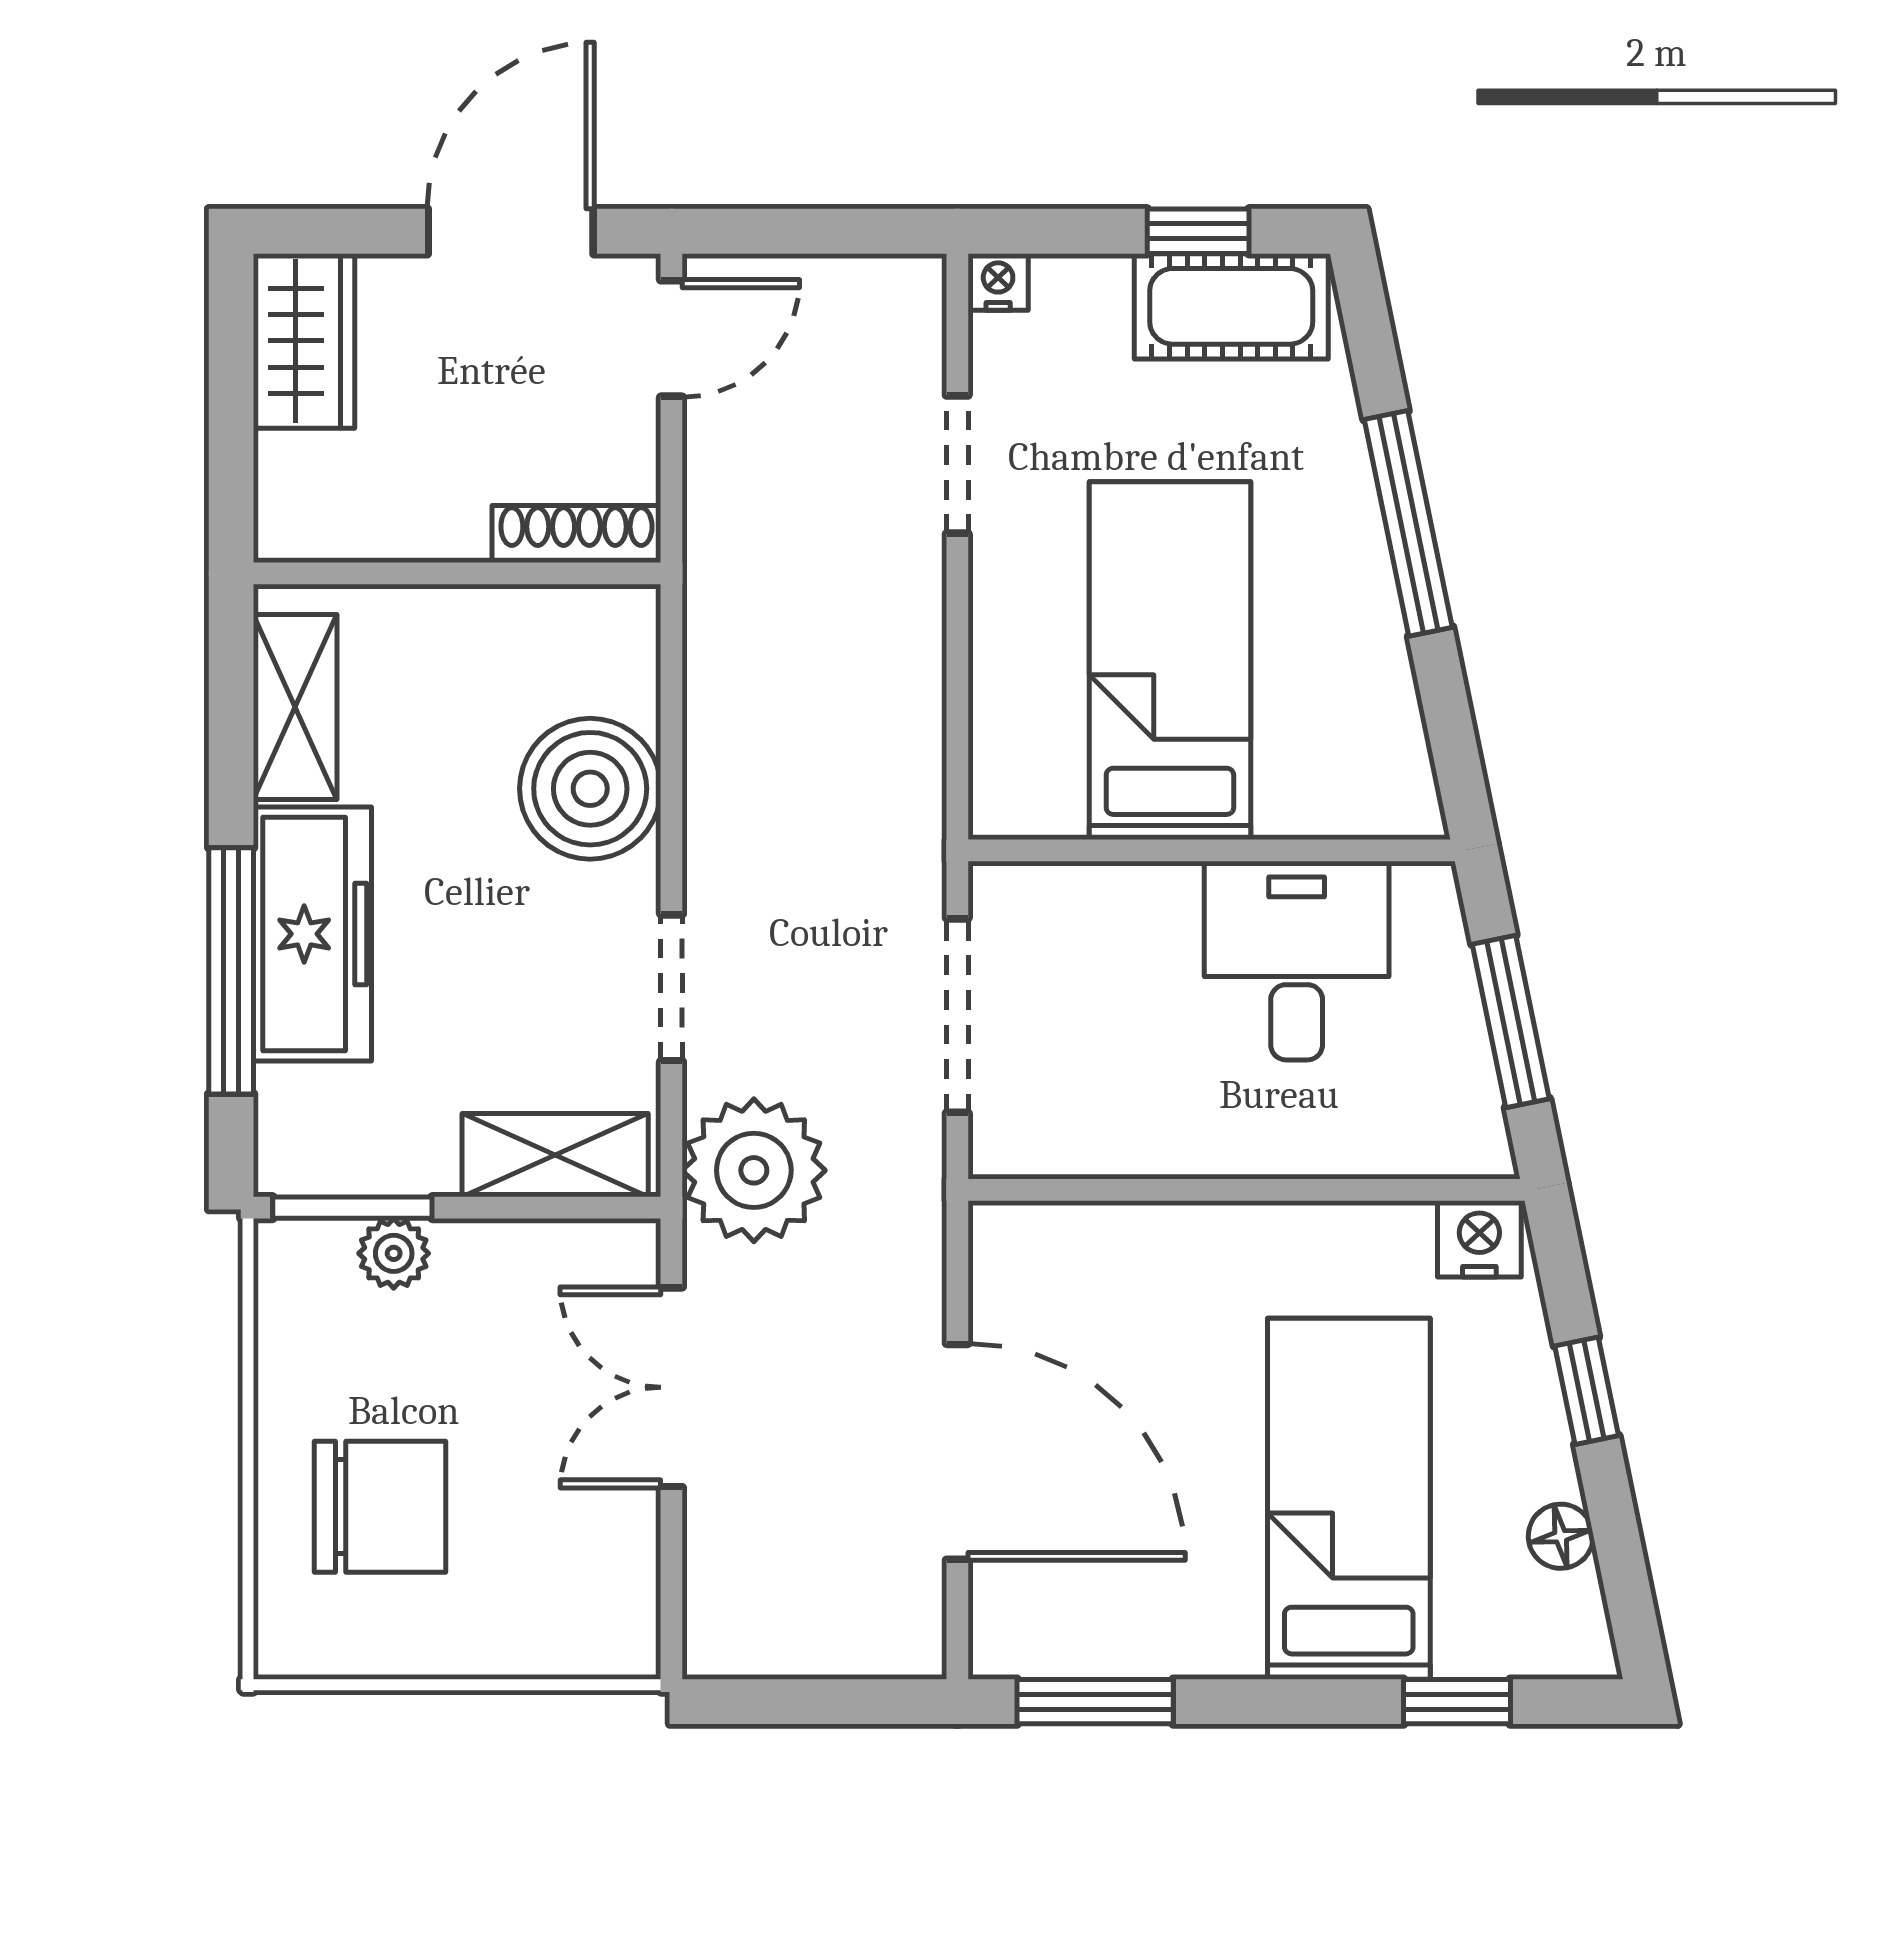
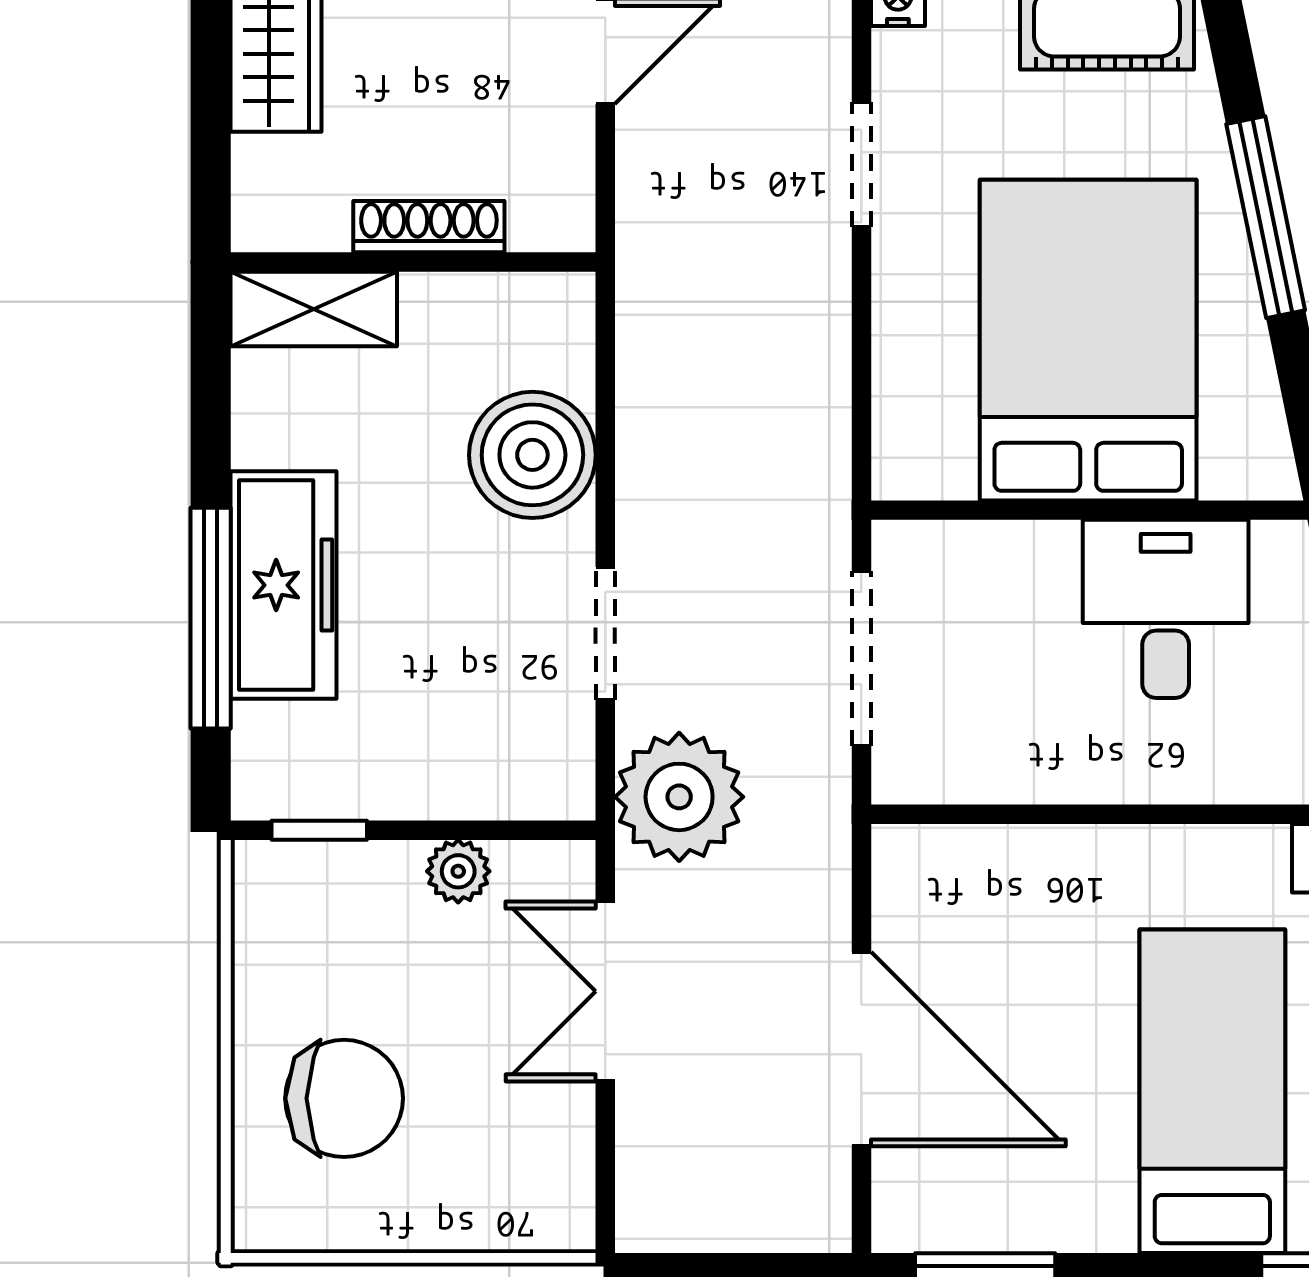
shoe rack: (576, 534) -> (429, 227), moved
bed: (1170, 661) -> (1088, 340), width x1.50
shelving: (295, 707) -> (314, 309), moved, turned 90
shelving: (555, 1155) -> (501, 783), removed
window: (352, 1208) -> (319, 830), width x0.67
plant: (394, 1253) -> (458, 871), moved

